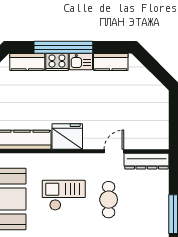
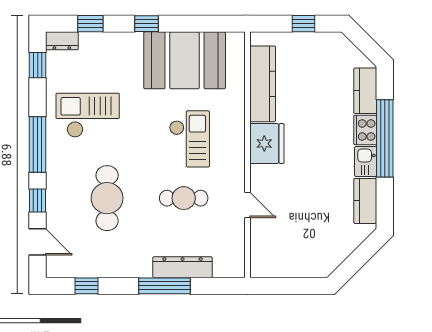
dresser: (147, 161) -> (182, 267), moved, turned 90

